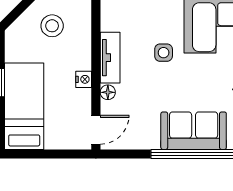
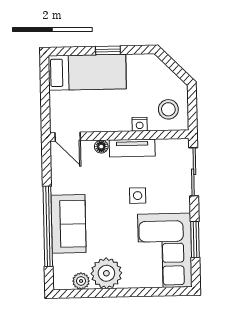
stool: (52, 26) -> (168, 109), moved
nightstand: (84, 79) -> (140, 124), moved

